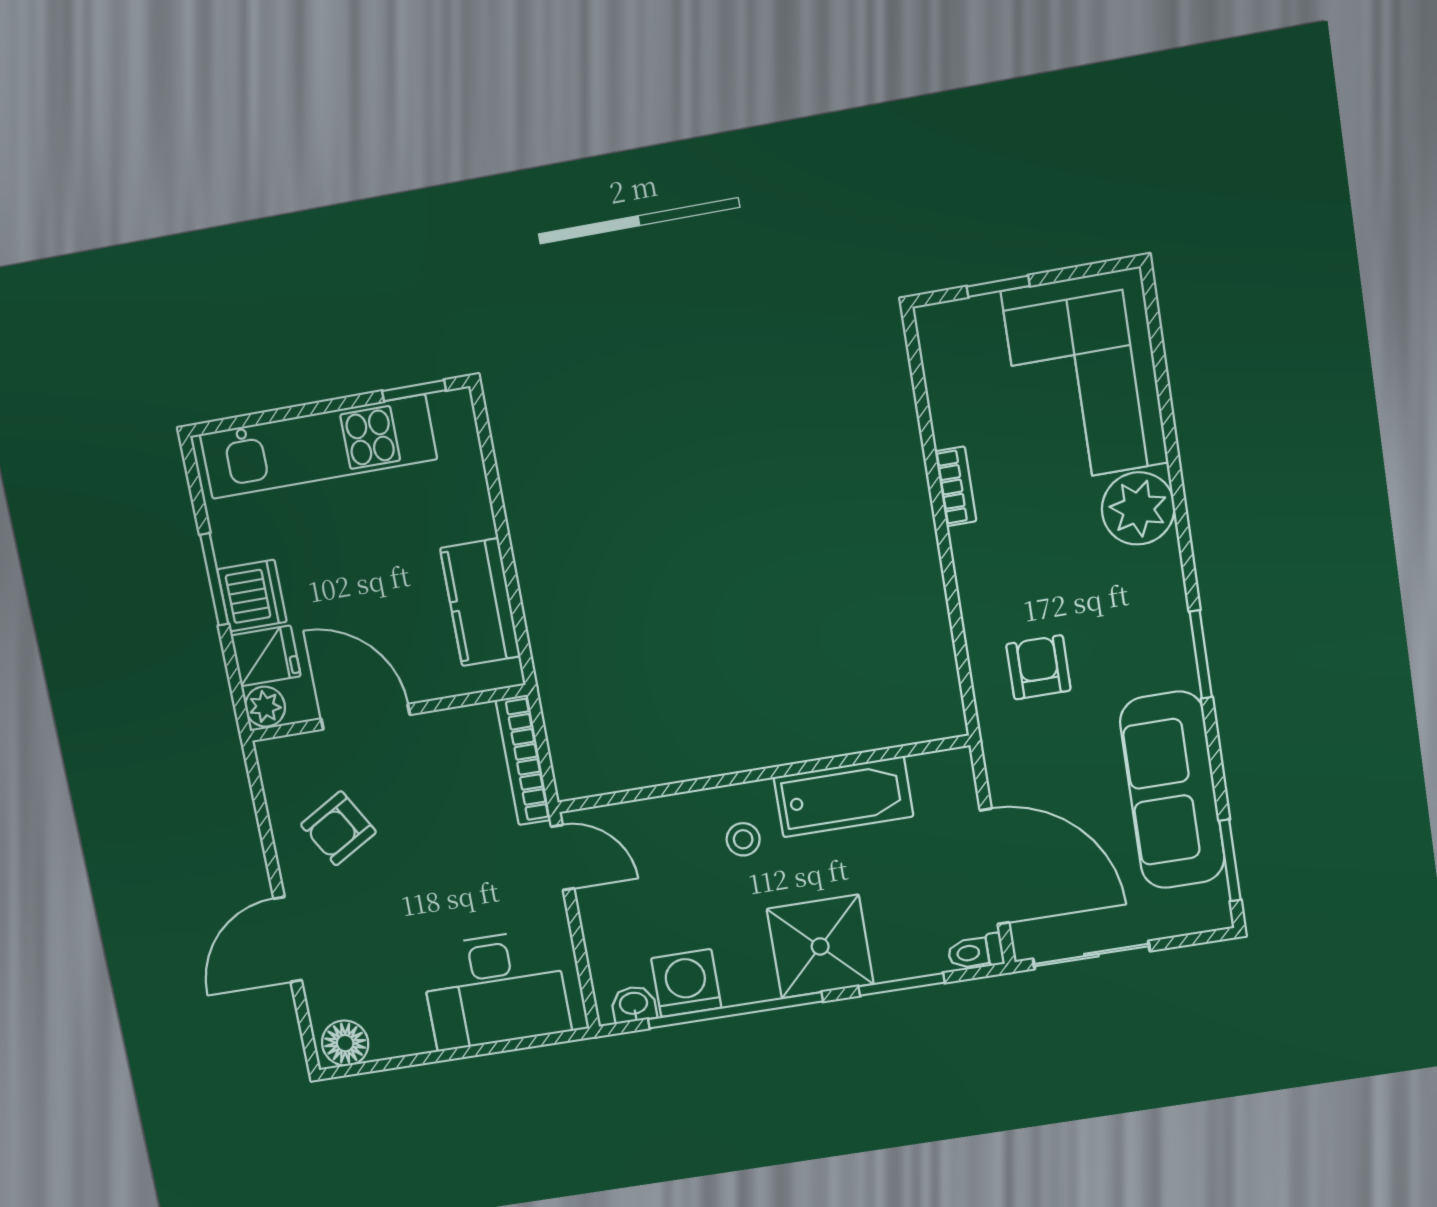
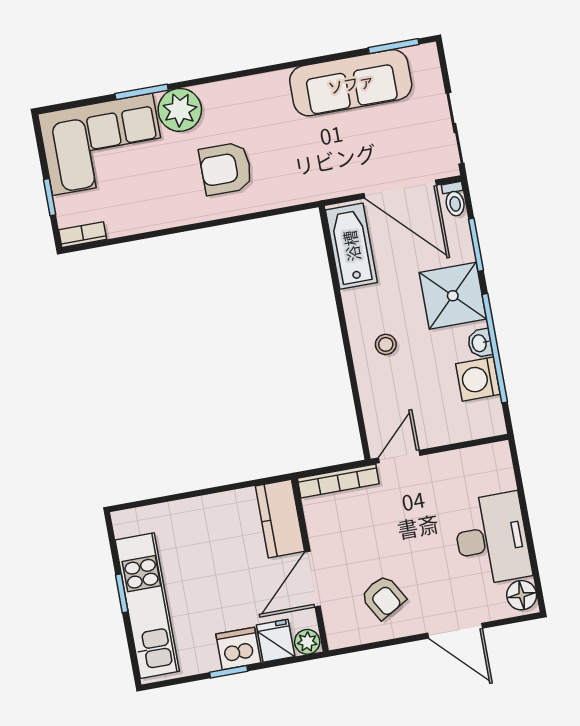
window: (414, 391) -> (122, 593), moved
bookcase: (956, 486) -> (83, 235), moved
window: (214, 579) -> (229, 672), width x0.67
kitchen counter: (480, 602) -> (280, 519), moved, turned 90
window: (1201, 654) -> (142, 92), moved
armchair: (1038, 667) -> (226, 169), moved, width x1.38, depth x1.38
bathtub: (843, 797) -> (351, 246), moved
door: (995, 867) -> (400, 189), swing flipped
desk: (495, 989) -> (492, 539), moved
washbasin: (634, 1004) -> (480, 343), moved

